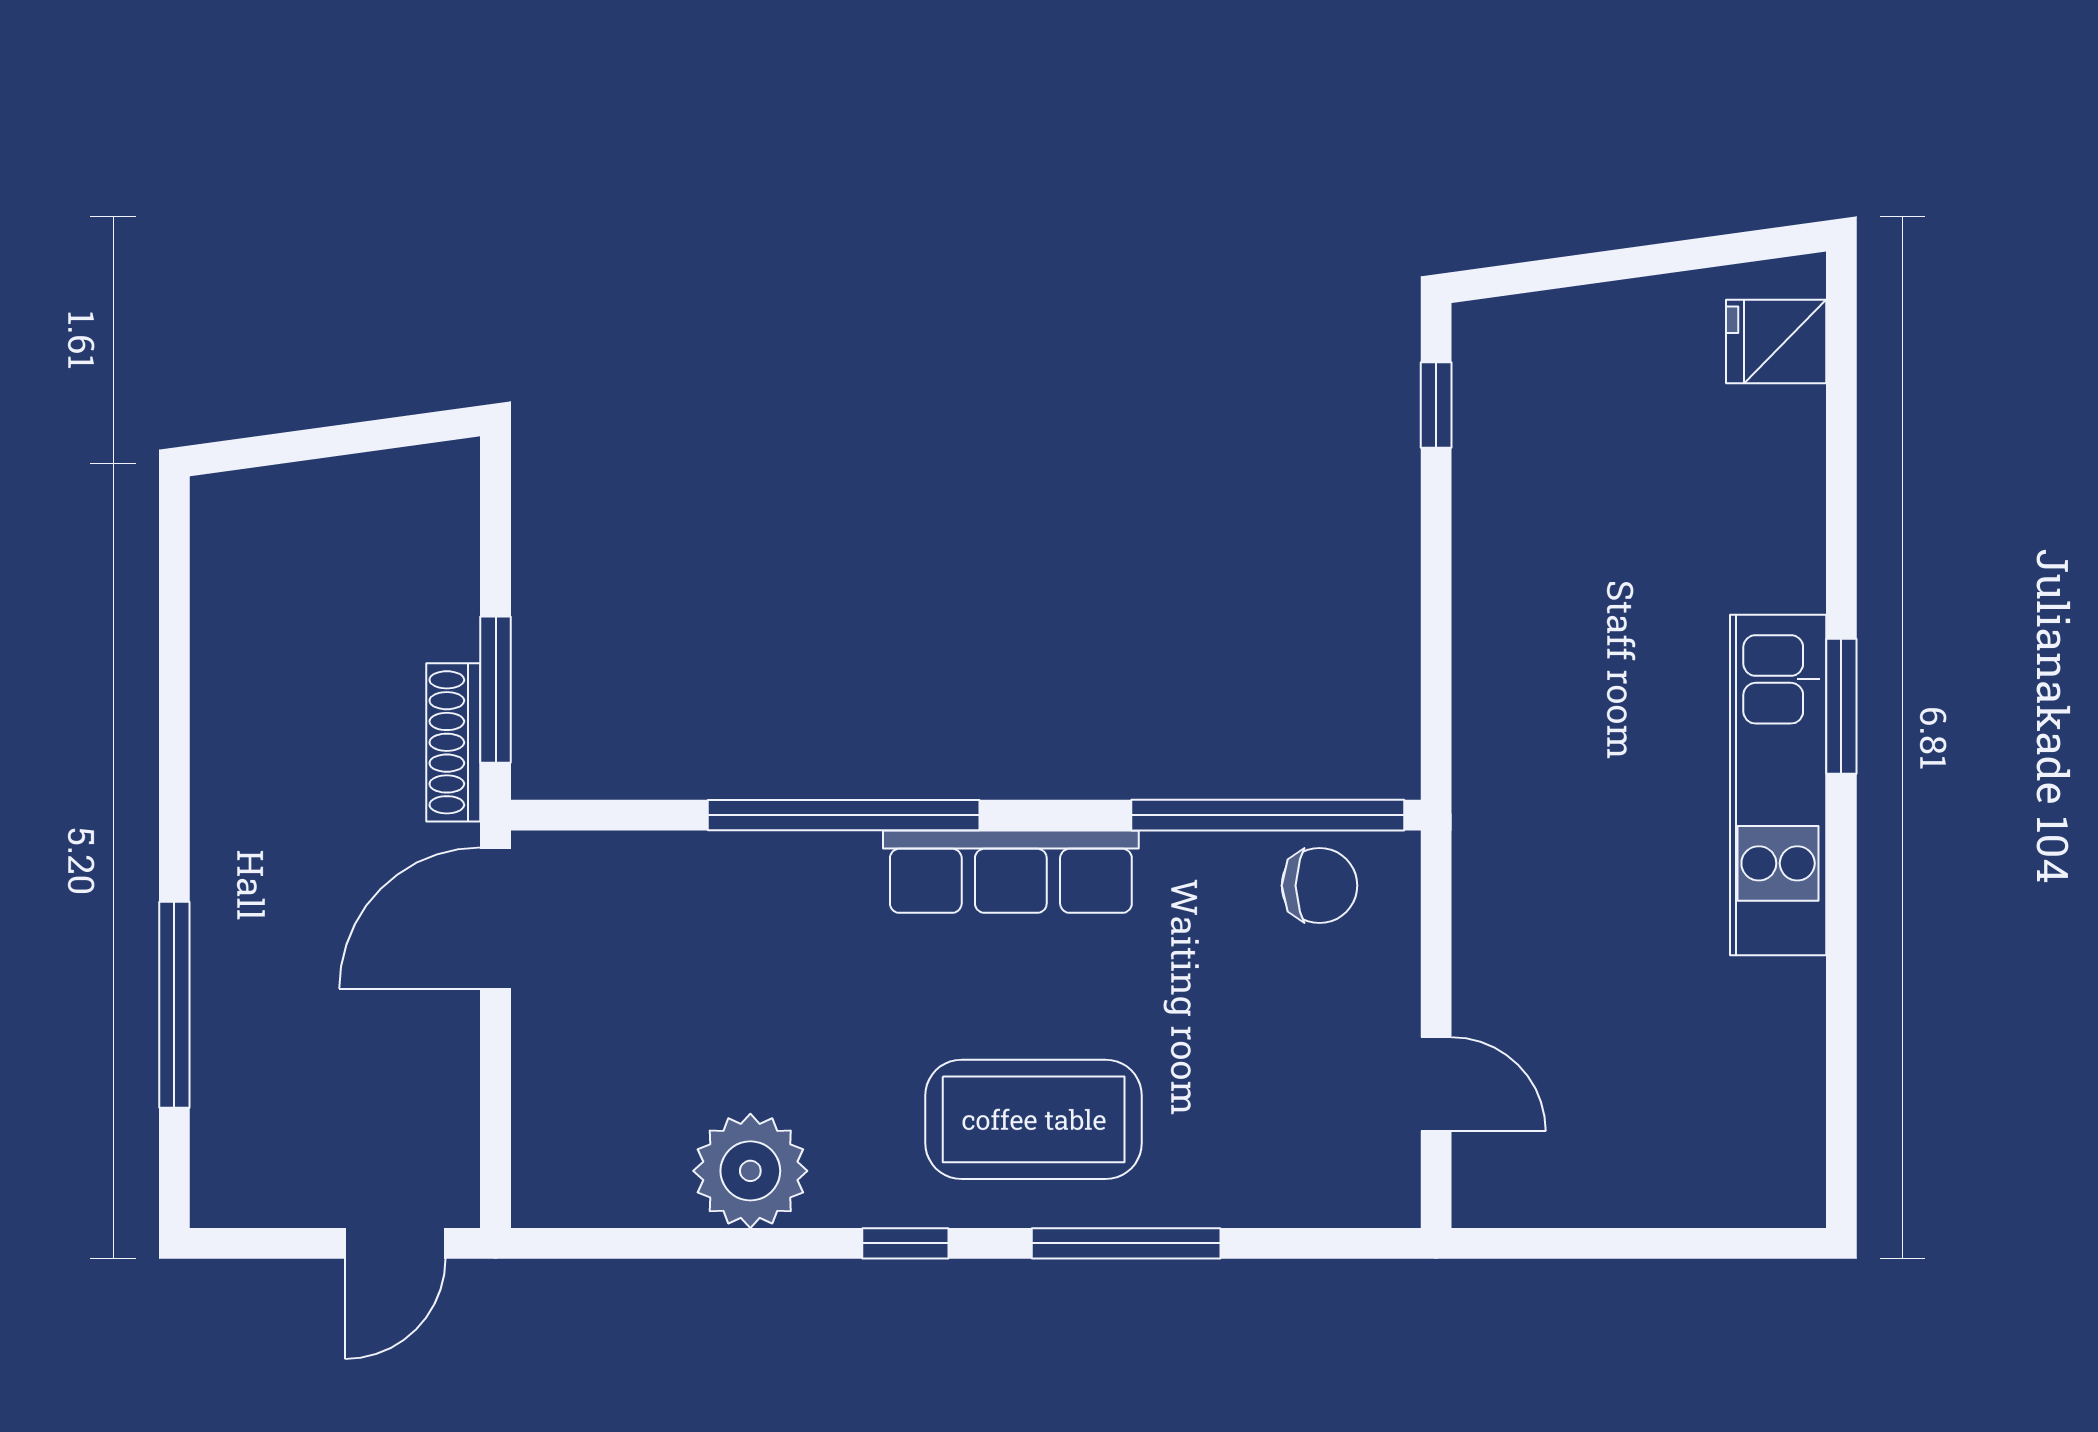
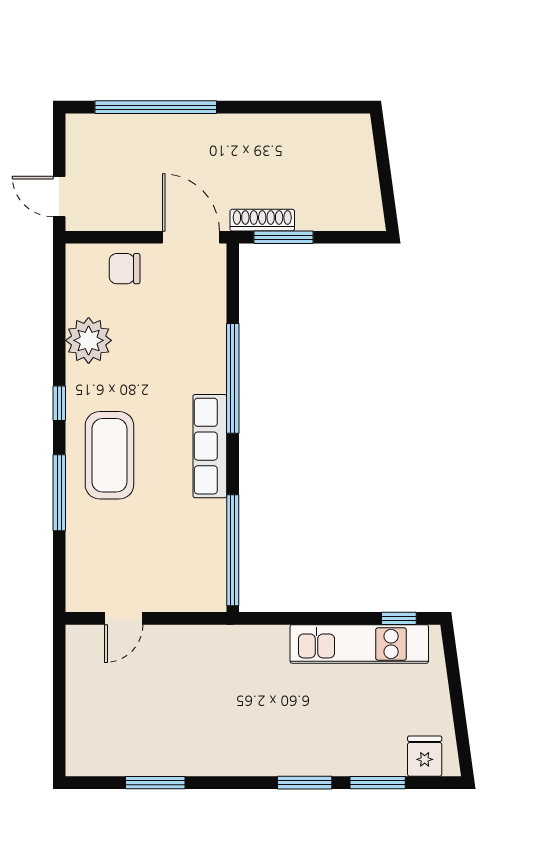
window: (1841, 457) -> (378, 783), added
window: (1841, 706) -> (305, 783), moved
kitchen unit: (1778, 785) -> (359, 644), moved, turned 180
chair: (1320, 886) -> (125, 269), moved, turned 90
window: (174, 1005) -> (156, 107), width x1.46
window: (1841, 1006) -> (155, 783), added

